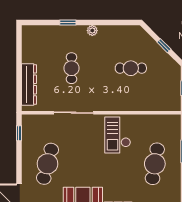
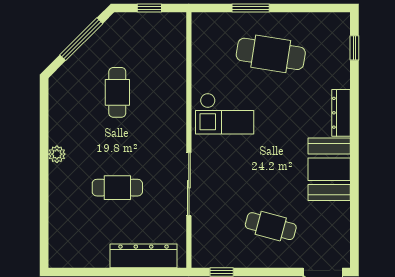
window: (68, 23) -> (44, 193), removed
window: (164, 46) -> (81, 39), width x2.17
cafe table: (47, 164) -> (271, 226), width x0.73, depth x0.74

